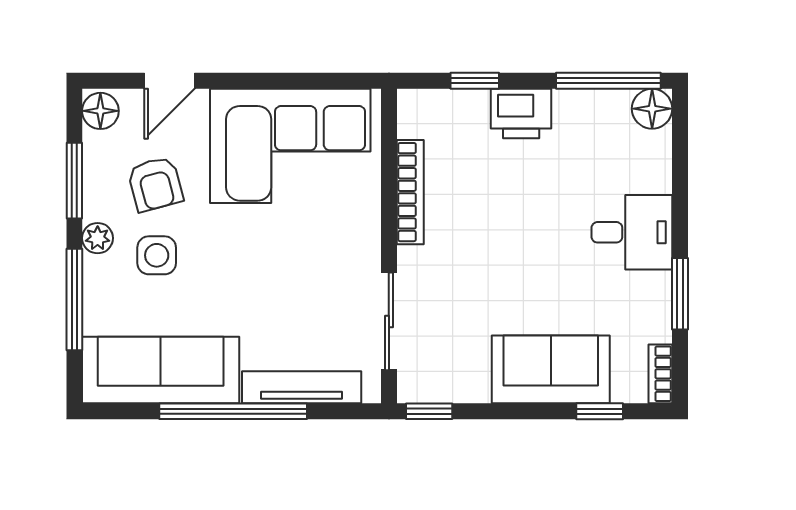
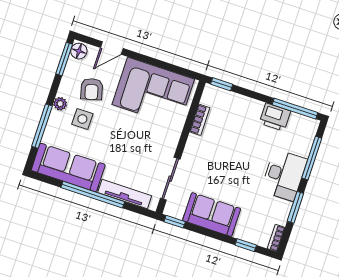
window: (475, 81) -> (222, 84), moved
floor lamp: (652, 109) -> (309, 126), removed
printer: (521, 114) -> (275, 117), moved
window: (680, 176) -> (312, 158), added
window: (74, 181) -> (64, 59), moved
bookcase: (410, 192) -> (200, 120), width x0.64
desk: (632, 232) -> (284, 175), width x1.37
sofa: (551, 369) -> (212, 215), moved

